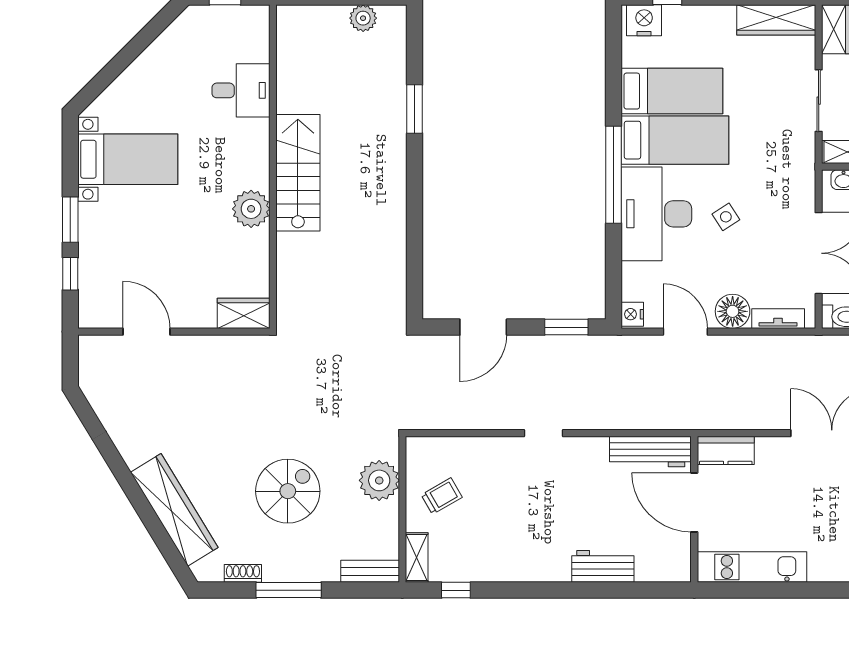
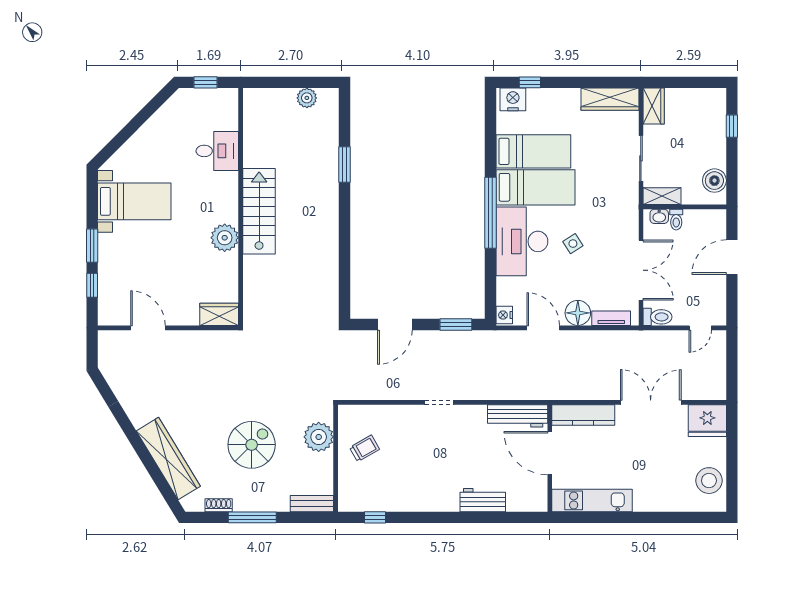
kitchen counter: (726, 450) -> (583, 415), width x1.50
shelving: (417, 558) -> (346, 494), removed

